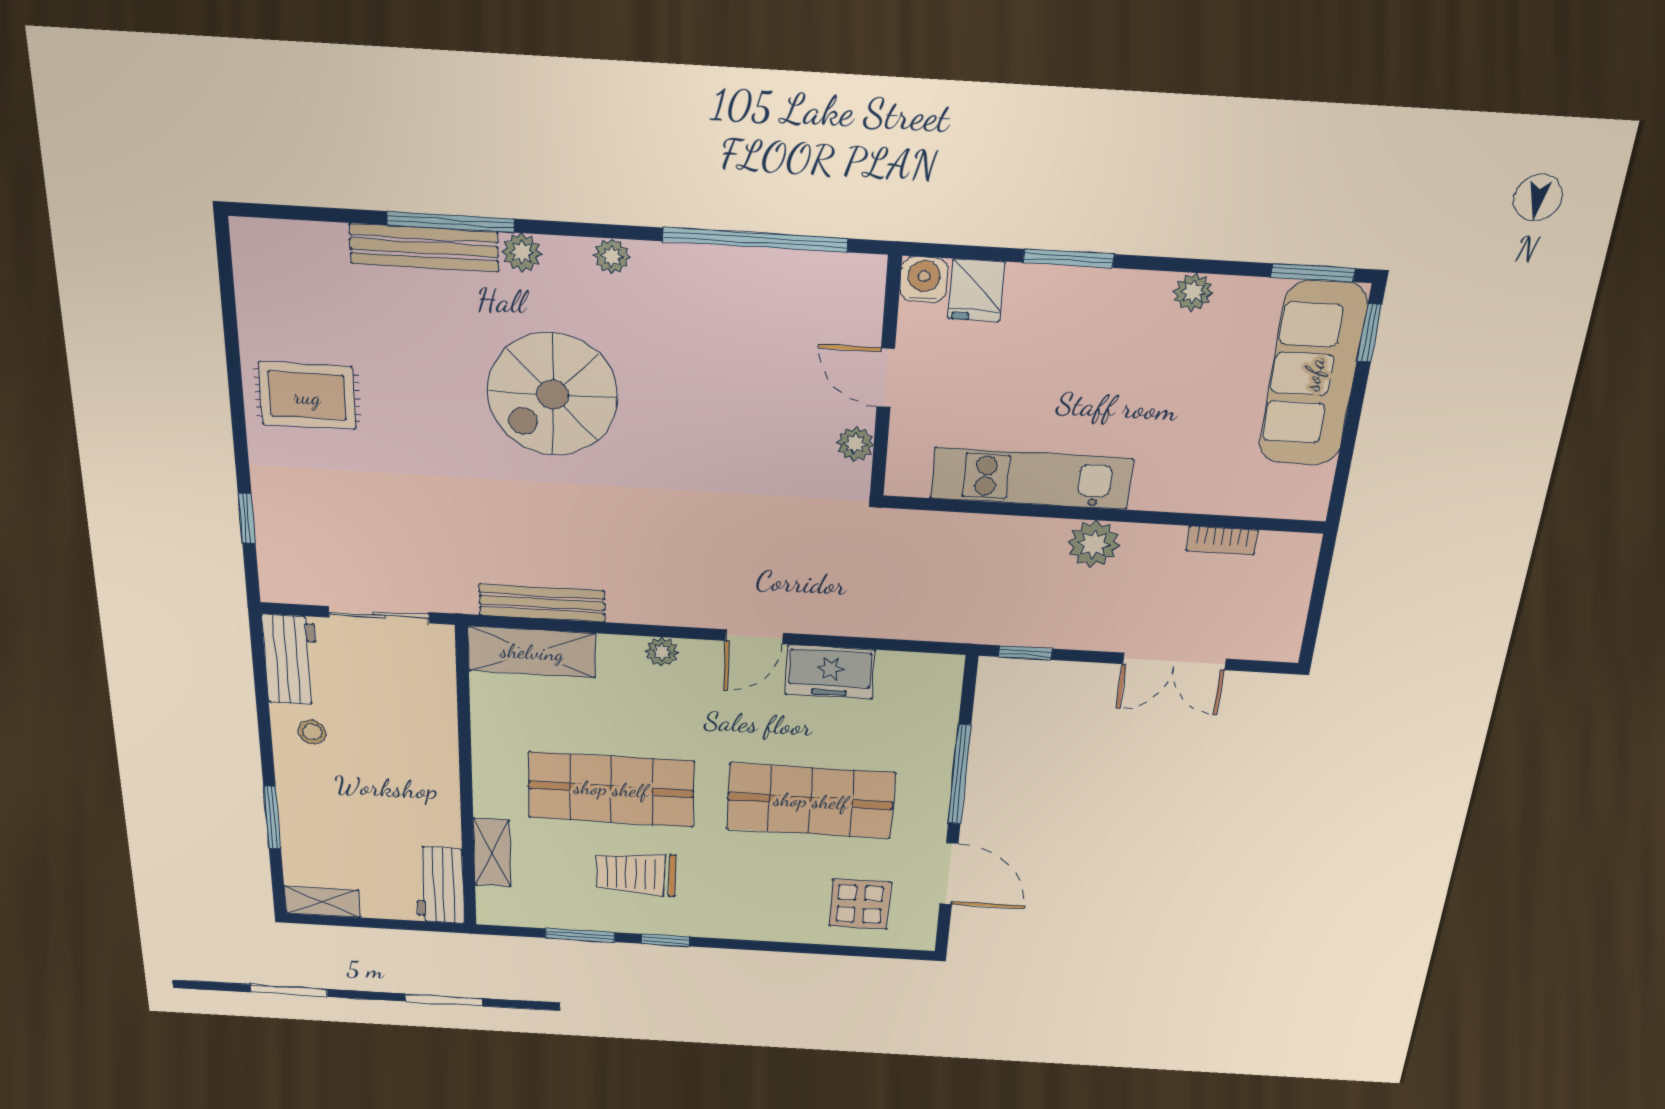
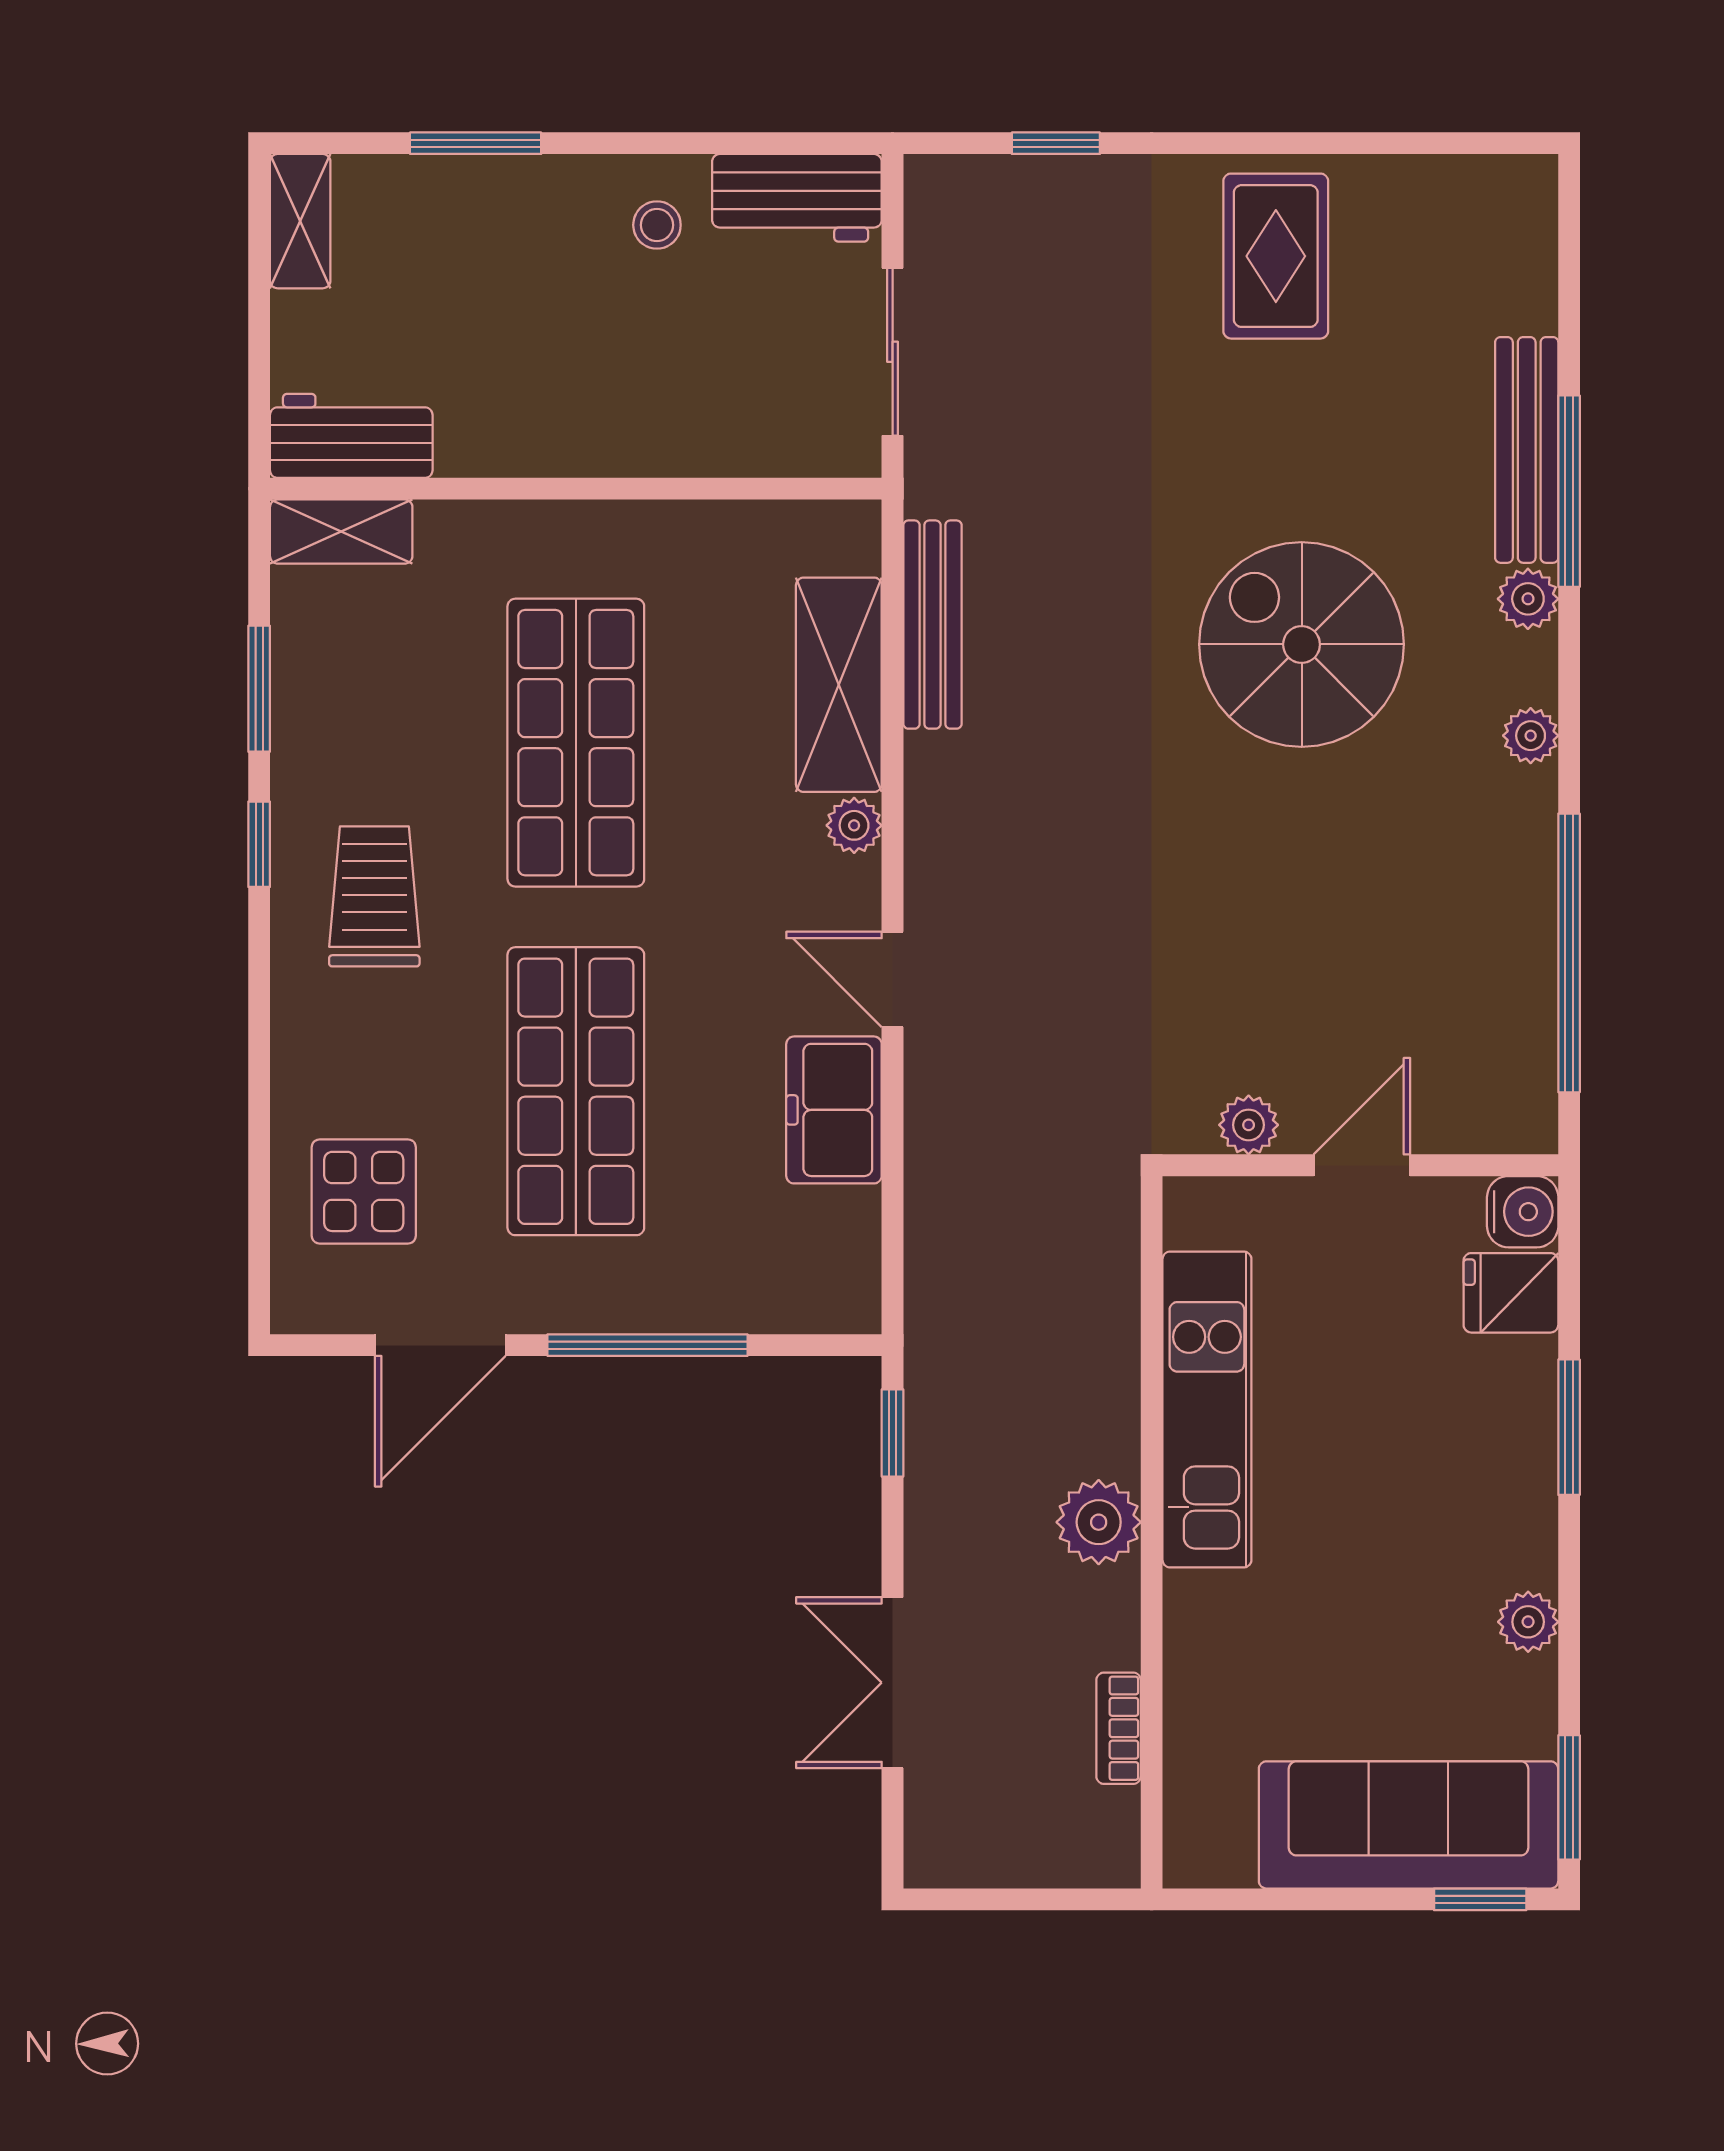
shelving: (532, 652) -> (839, 685), moved
shelving: (492, 853) -> (341, 532), moved
trolley: (636, 873) -> (374, 896), moved

